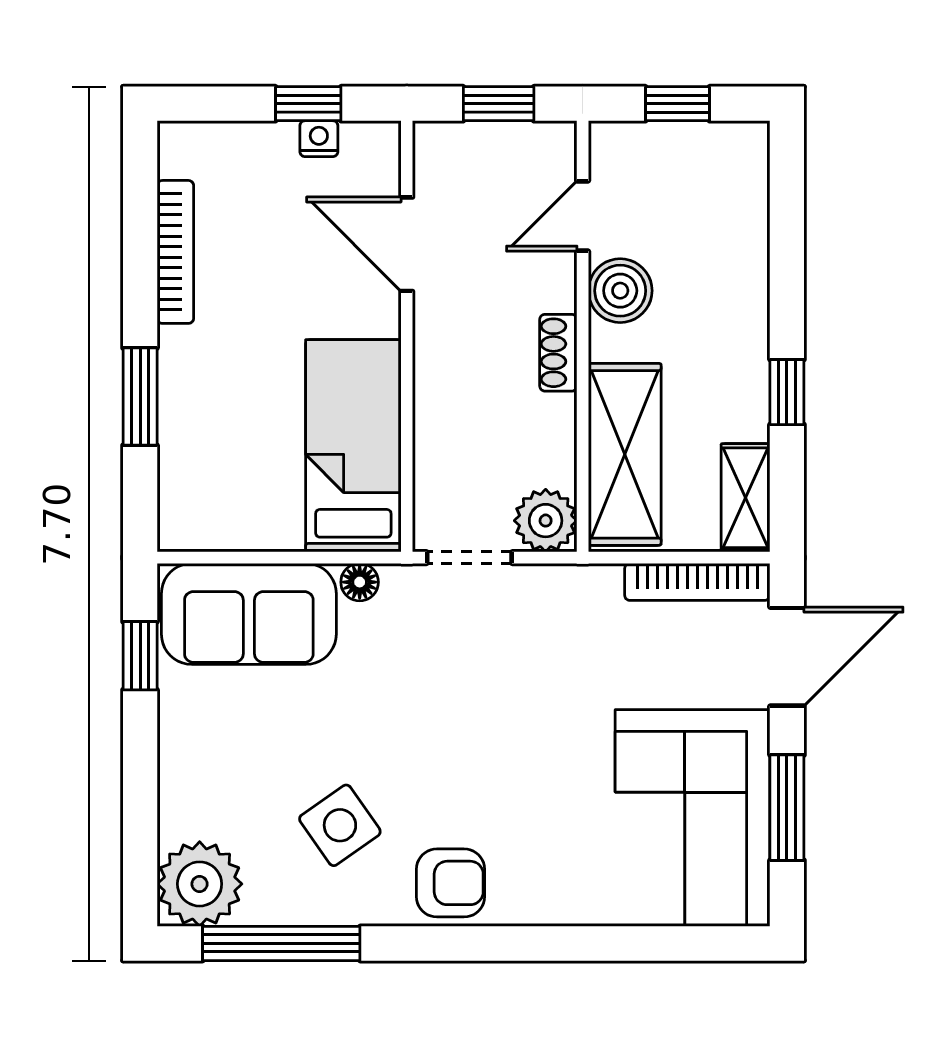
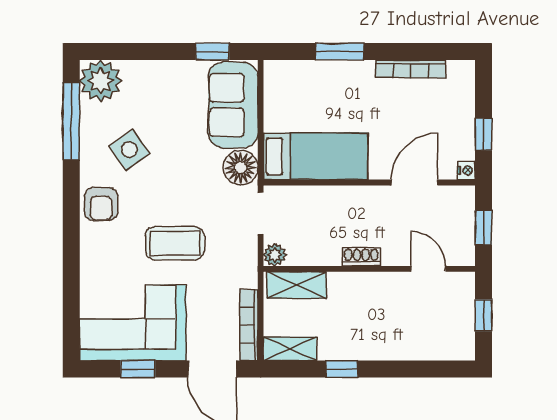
nightstand: (319, 139) -> (466, 170), moved
boiler: (620, 291) -> (392, 287), removed
shelving: (625, 454) -> (296, 285), width x0.67, depth x0.75
plant: (546, 521) -> (275, 255), width x0.73, depth x0.73
floor lamp: (360, 582) -> (241, 168), width x1.89, depth x1.89
coffee table: (531, 733) -> (175, 243), added
window: (787, 808) -> (138, 369), width x0.67

